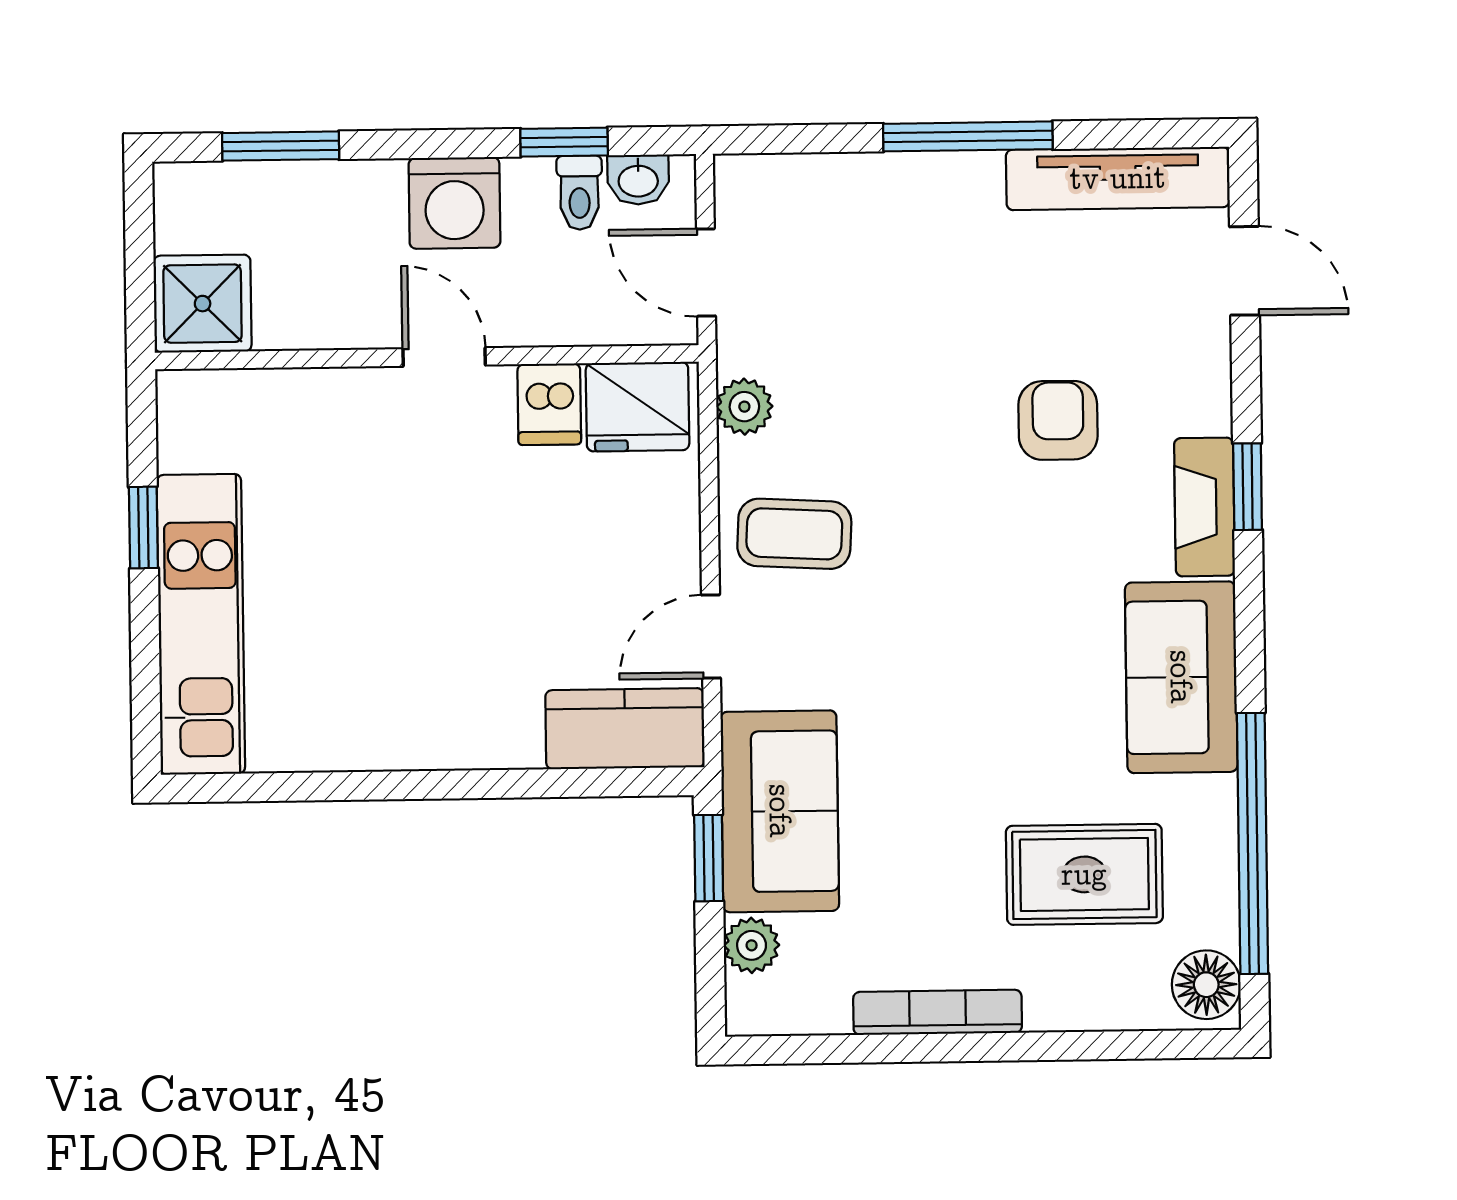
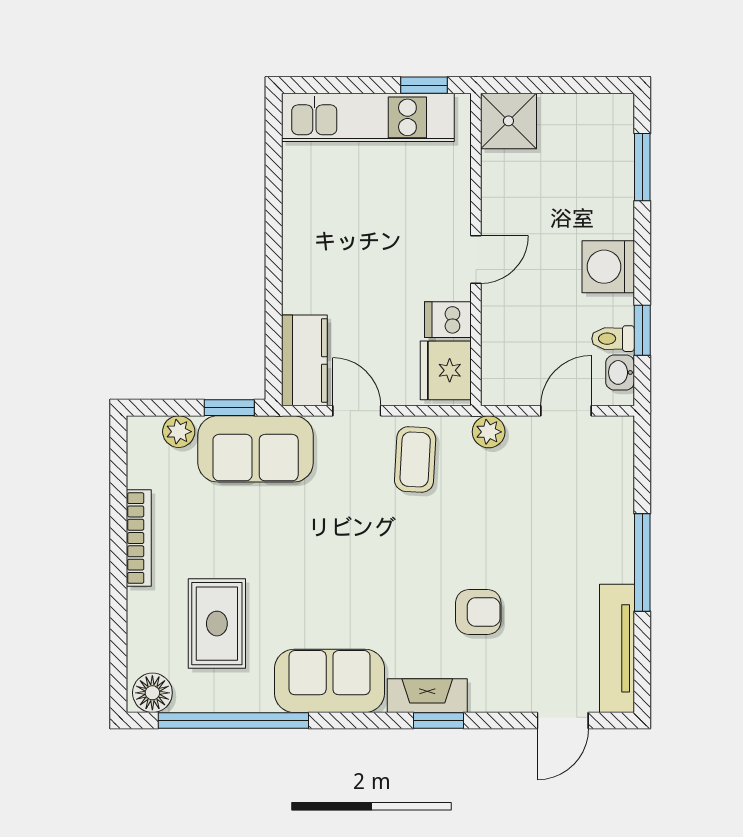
shower: (203, 304) -> (508, 121), moved
wall: (427, 357) -> (476, 250), moved
door: (444, 357) -> (476, 259), moved
dishwasher: (549, 404) -> (448, 320), moved
fridge: (637, 407) -> (446, 370), moved

